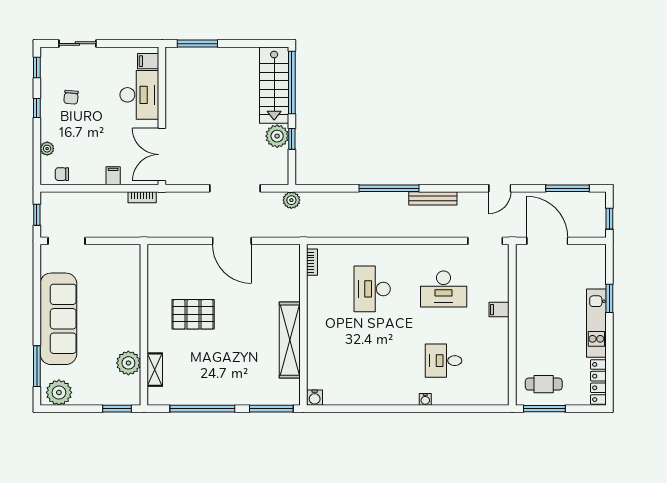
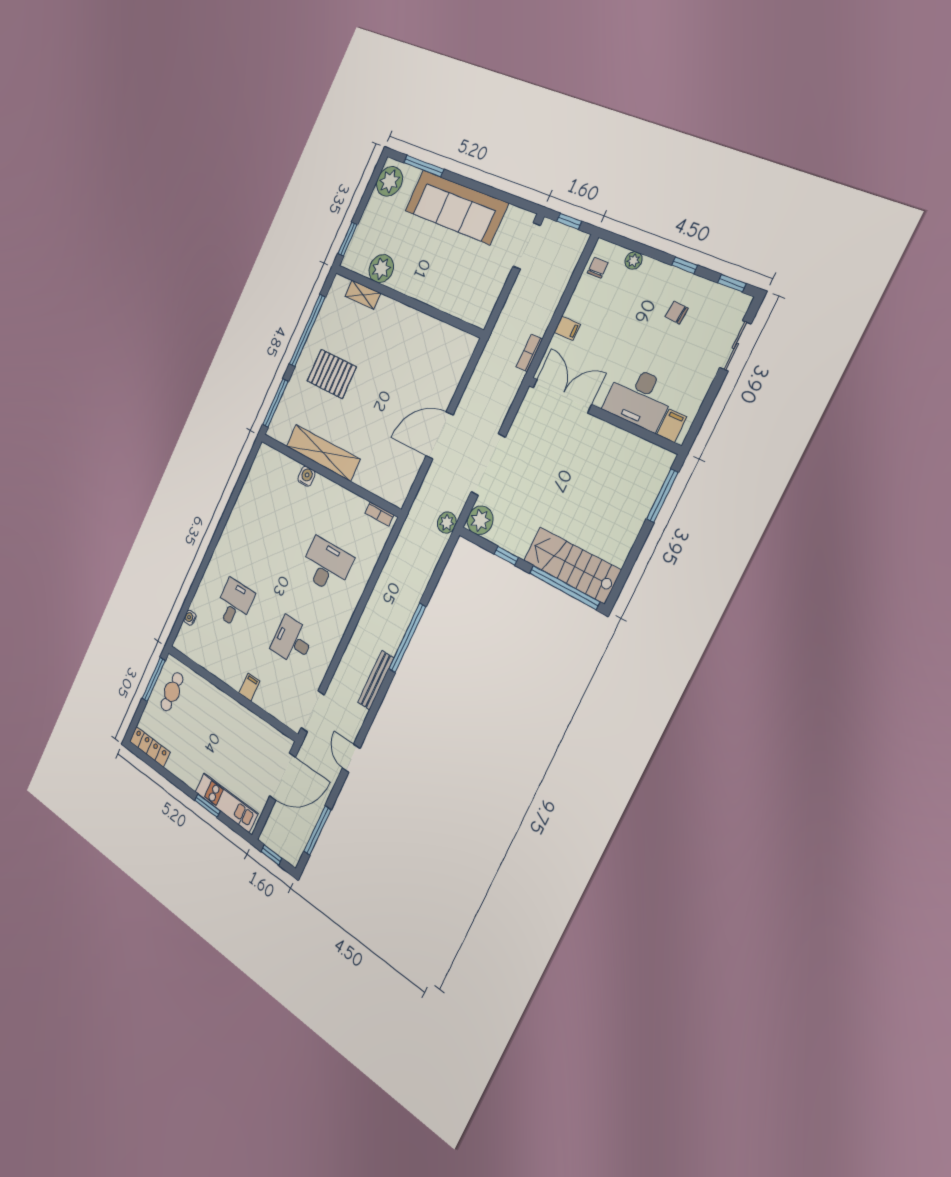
plant: (277, 136) -> (480, 520), moved
desk: (444, 289) -> (292, 641), width x0.73
pallet: (193, 314) -> (332, 374), moved, turned 90
kitchen unit: (596, 323) -> (226, 802), moved
water cooler: (315, 398) -> (306, 476), moved, turned 90
water cooler: (425, 399) -> (190, 618), moved

